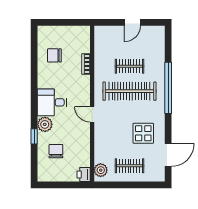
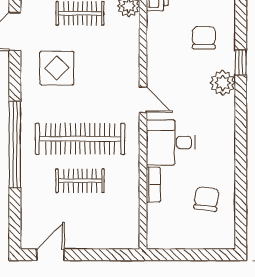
door: (132, 22) -> (50, 255), moved
chair: (54, 55) -> (206, 199), turned -82
desk: (52, 102) -> (171, 143), moved, turned 180
chair: (56, 151) -> (204, 38), turned 180

